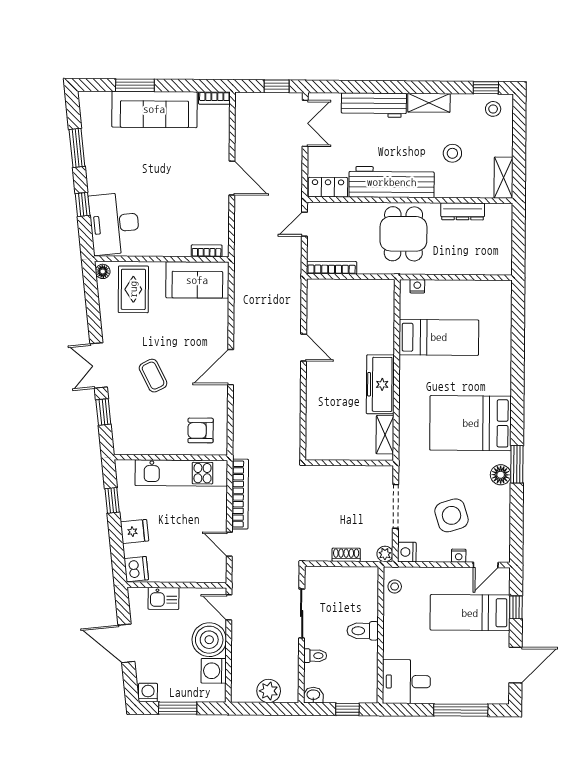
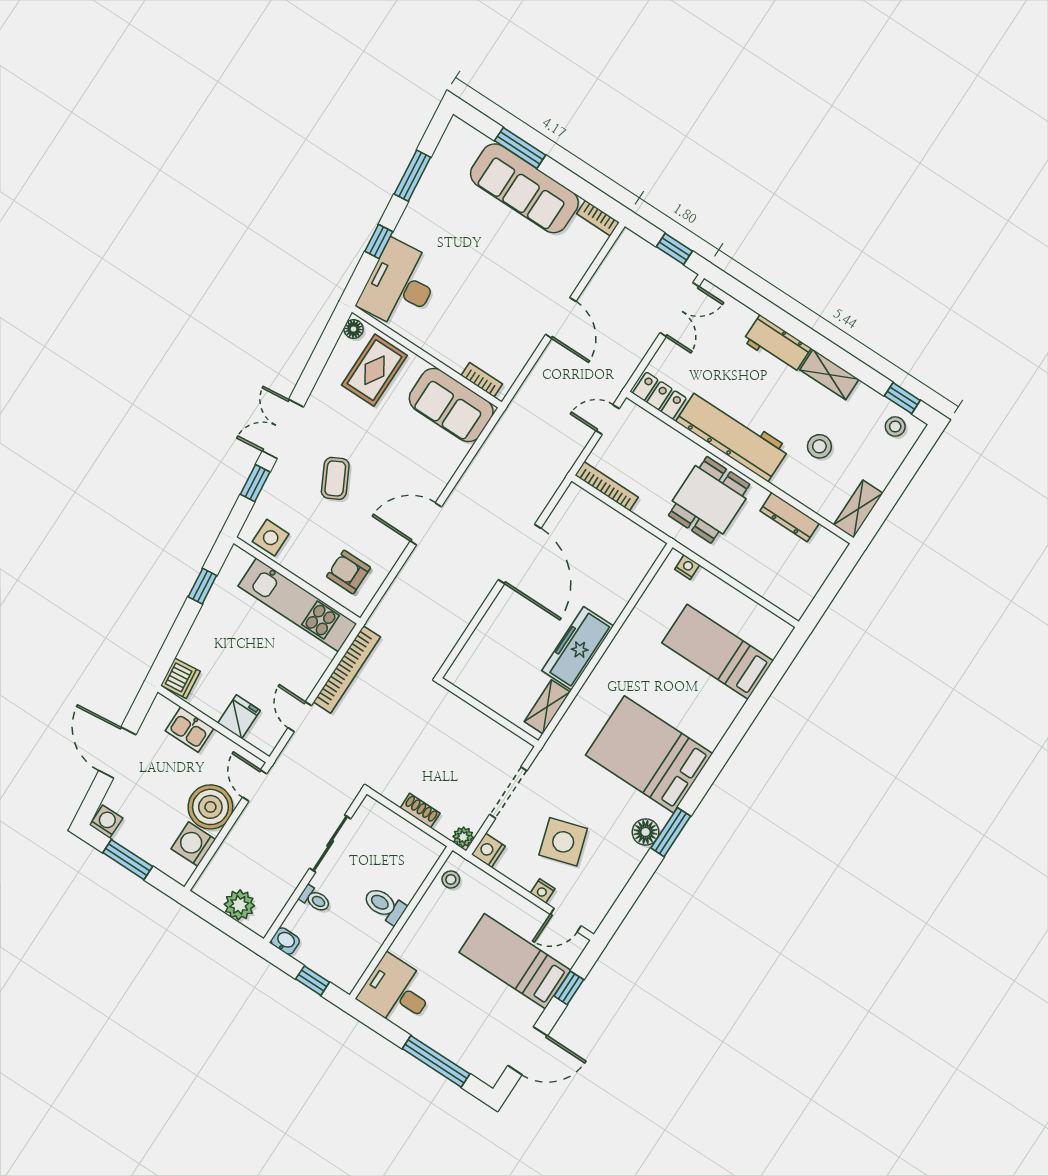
workbench: (374, 105) -> (777, 345), width x0.73
bed: (439, 337) -> (718, 652), moved, turned 180
door: (304, 348) -> (520, 554), width x1.88
side table: (136, 441) -> (271, 538), added
fridge: (135, 531) -> (239, 717), moved, turned -84

